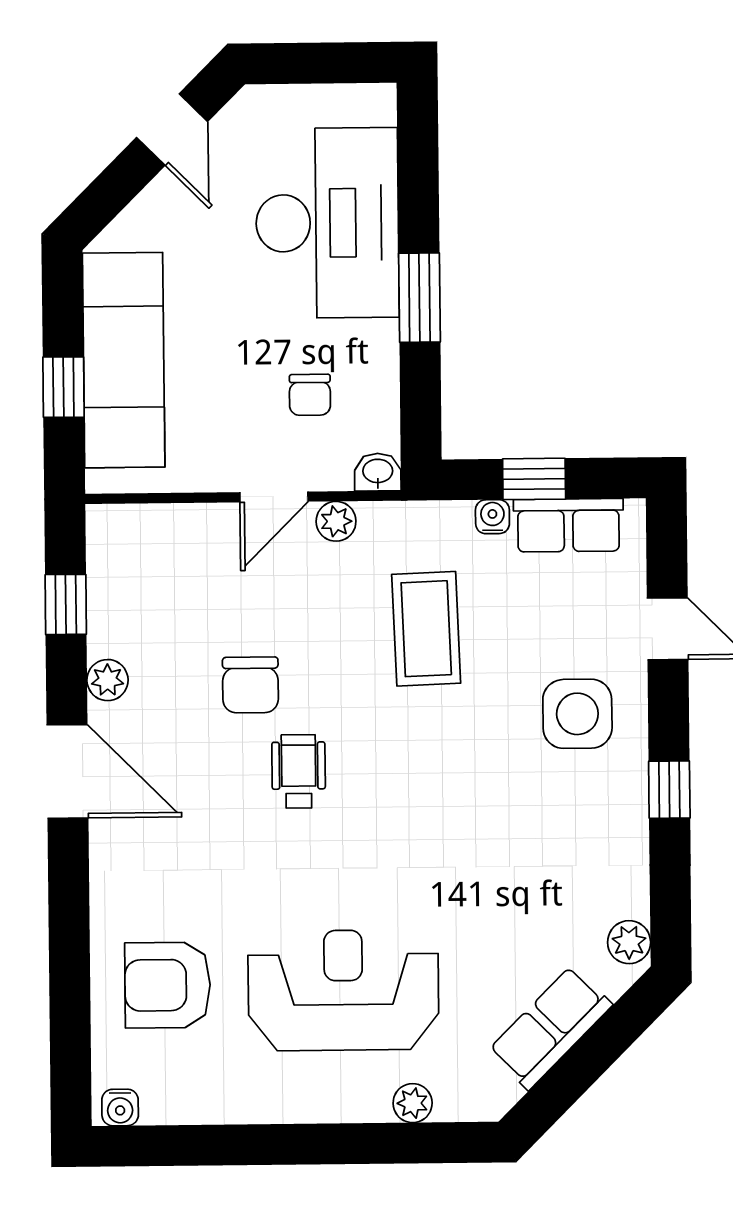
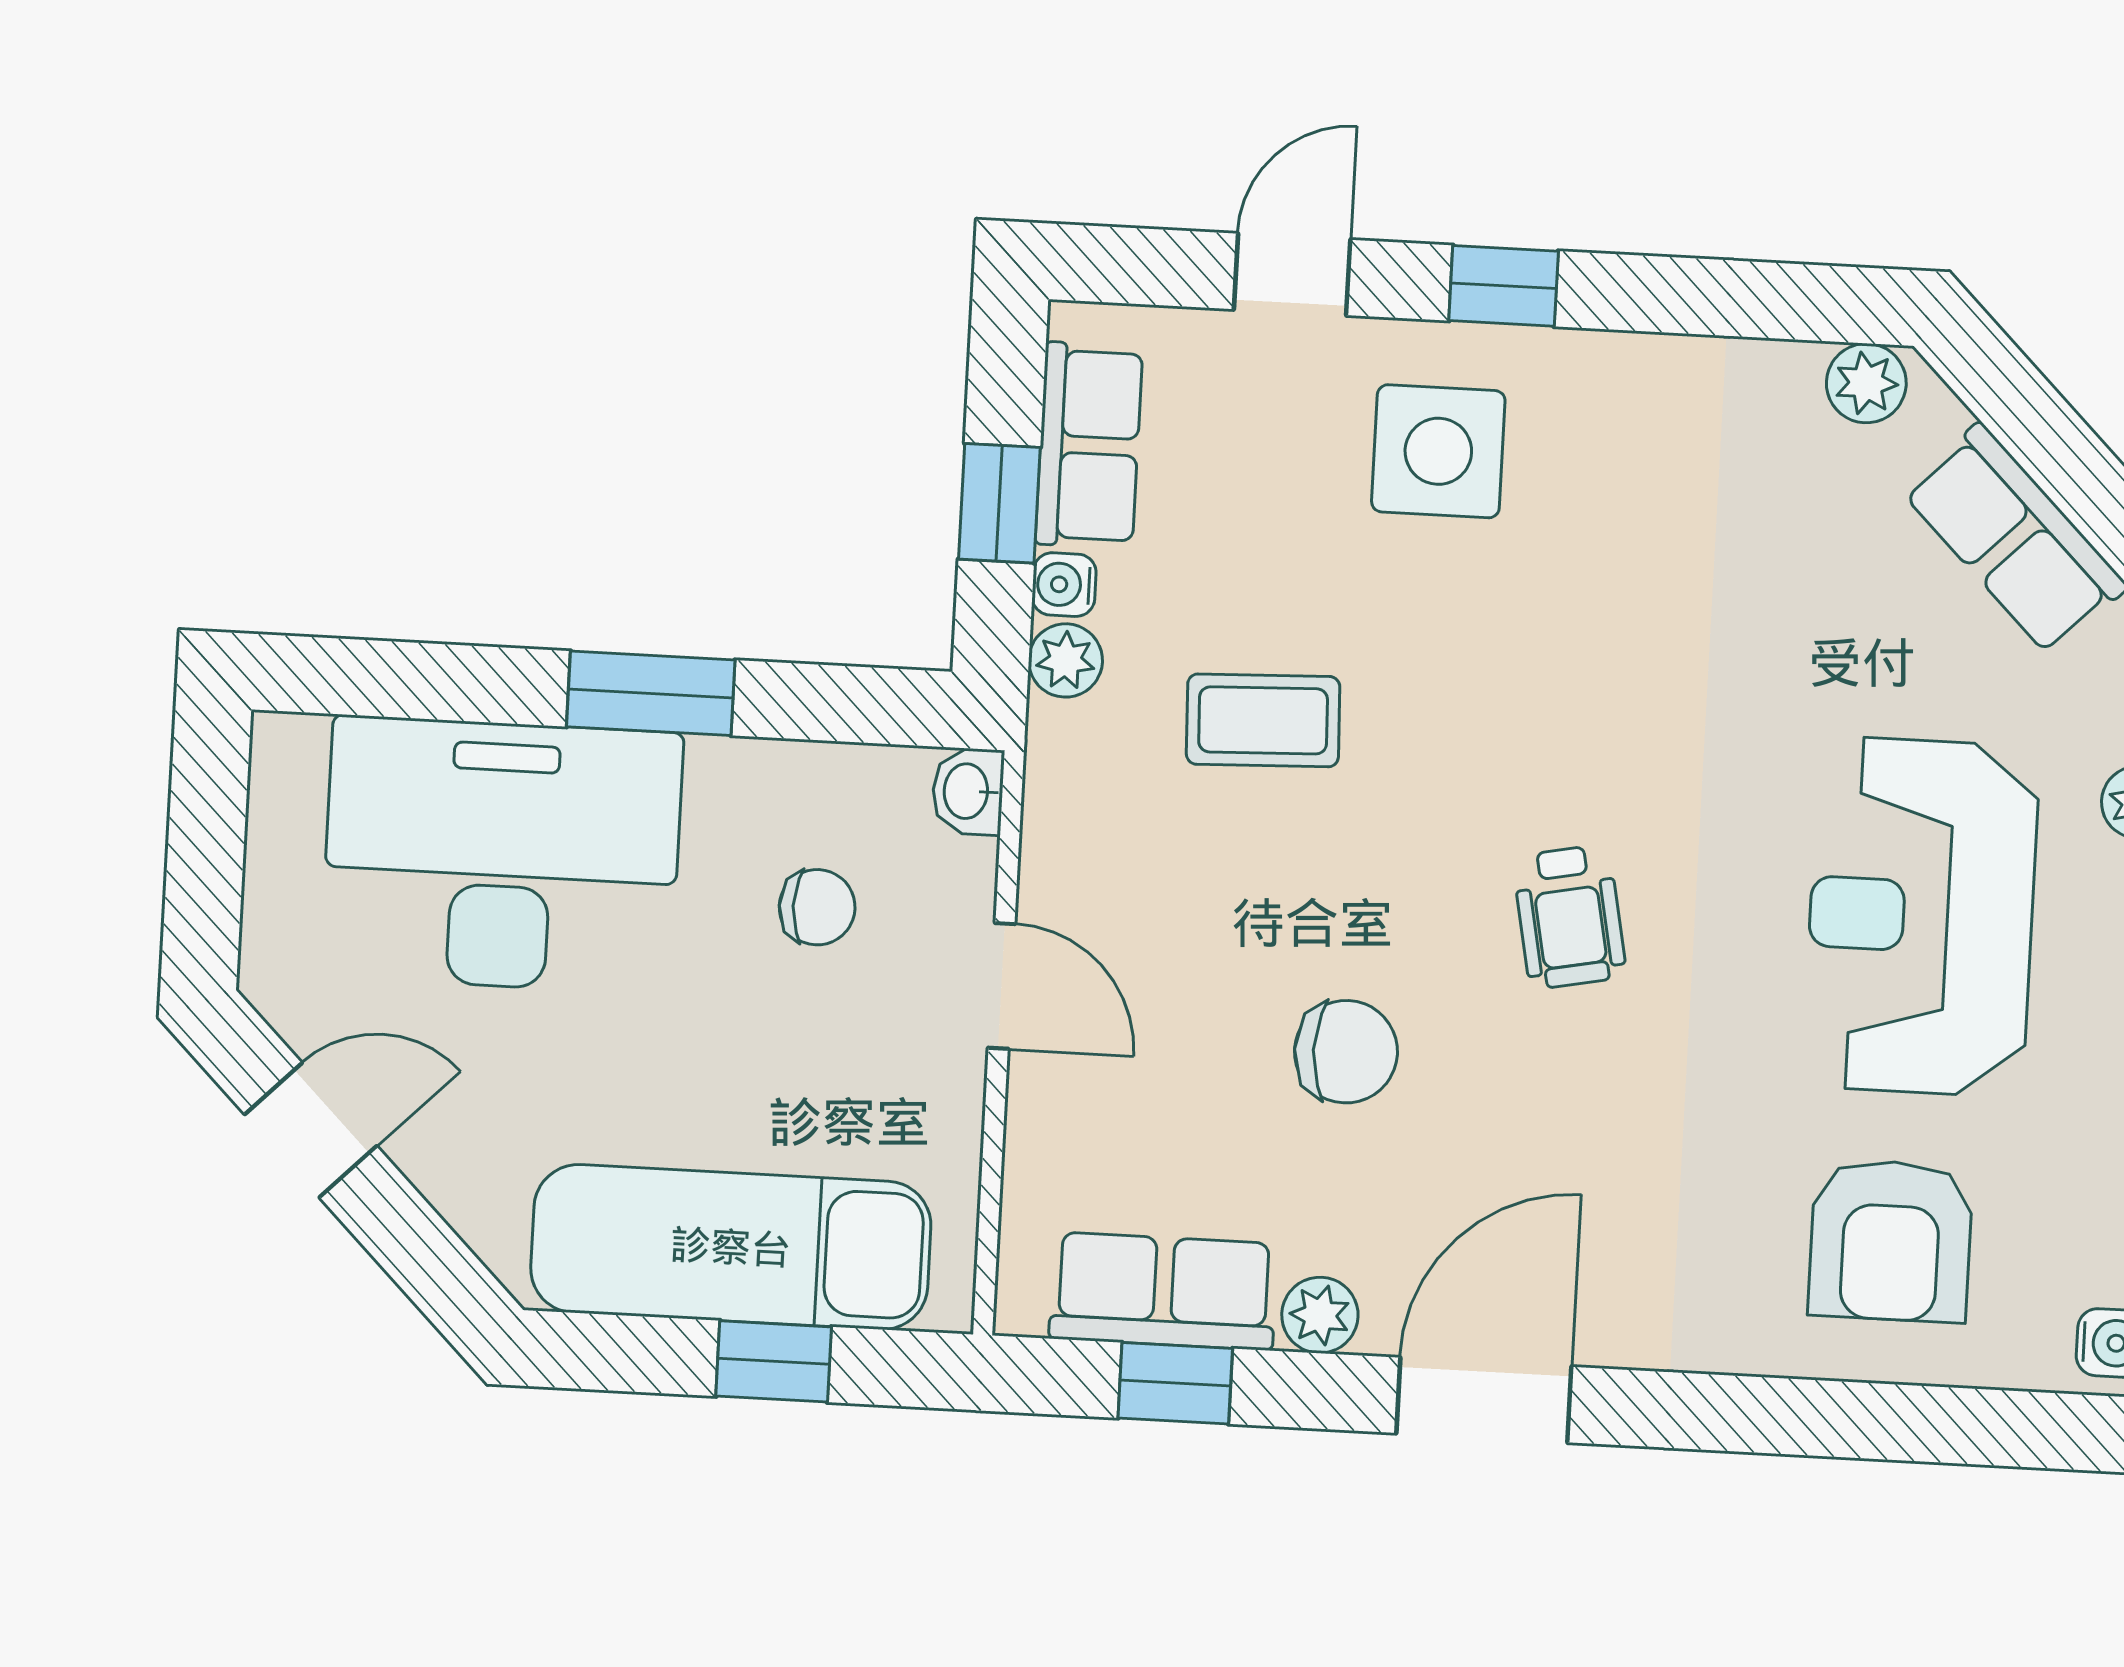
plant: (336, 521) -> (1066, 660), moved
row of seats: (115, 595) -> (1163, 1291), added
coffee table: (426, 629) -> (1263, 720), width x0.73, depth x0.77
wheelchair: (299, 771) -> (1569, 917), moved, turned -101
window: (669, 790) -> (1504, 286), moved

